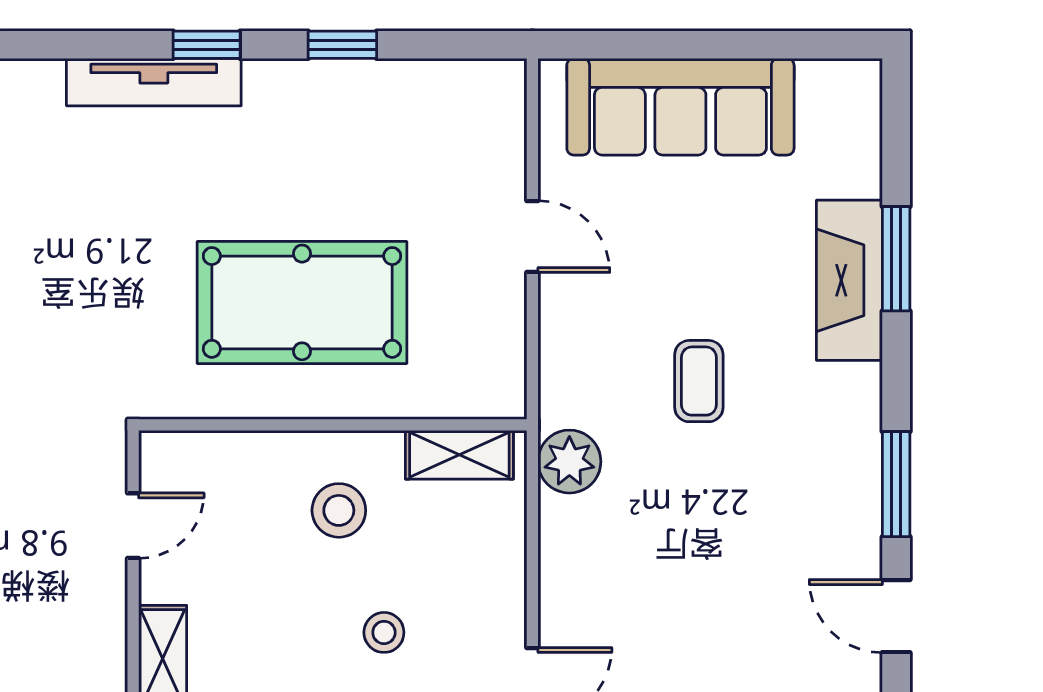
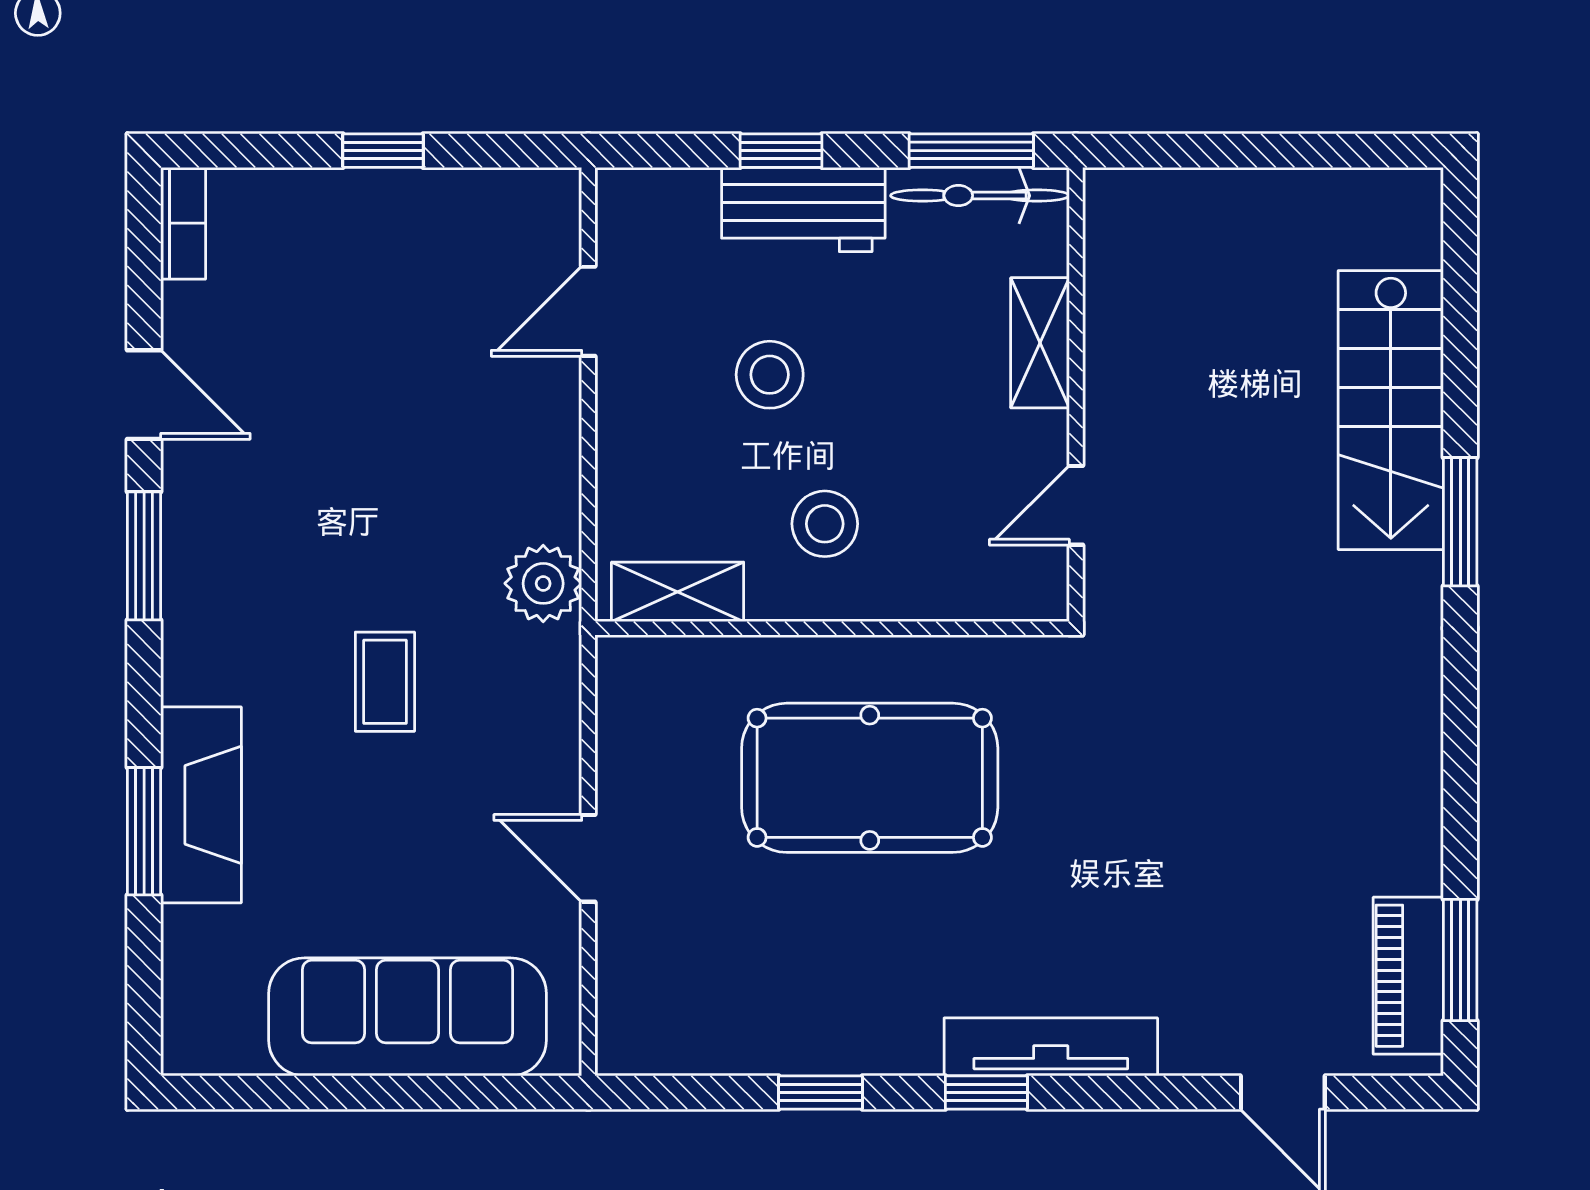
stool: (384, 632) -> (770, 375), width x1.37, depth x1.37

